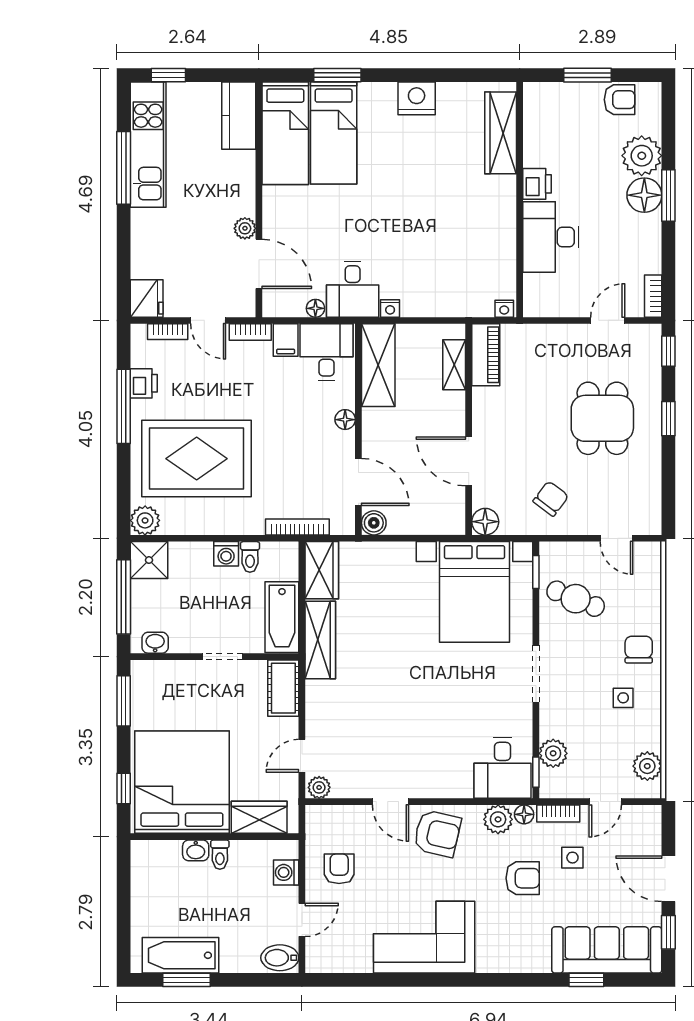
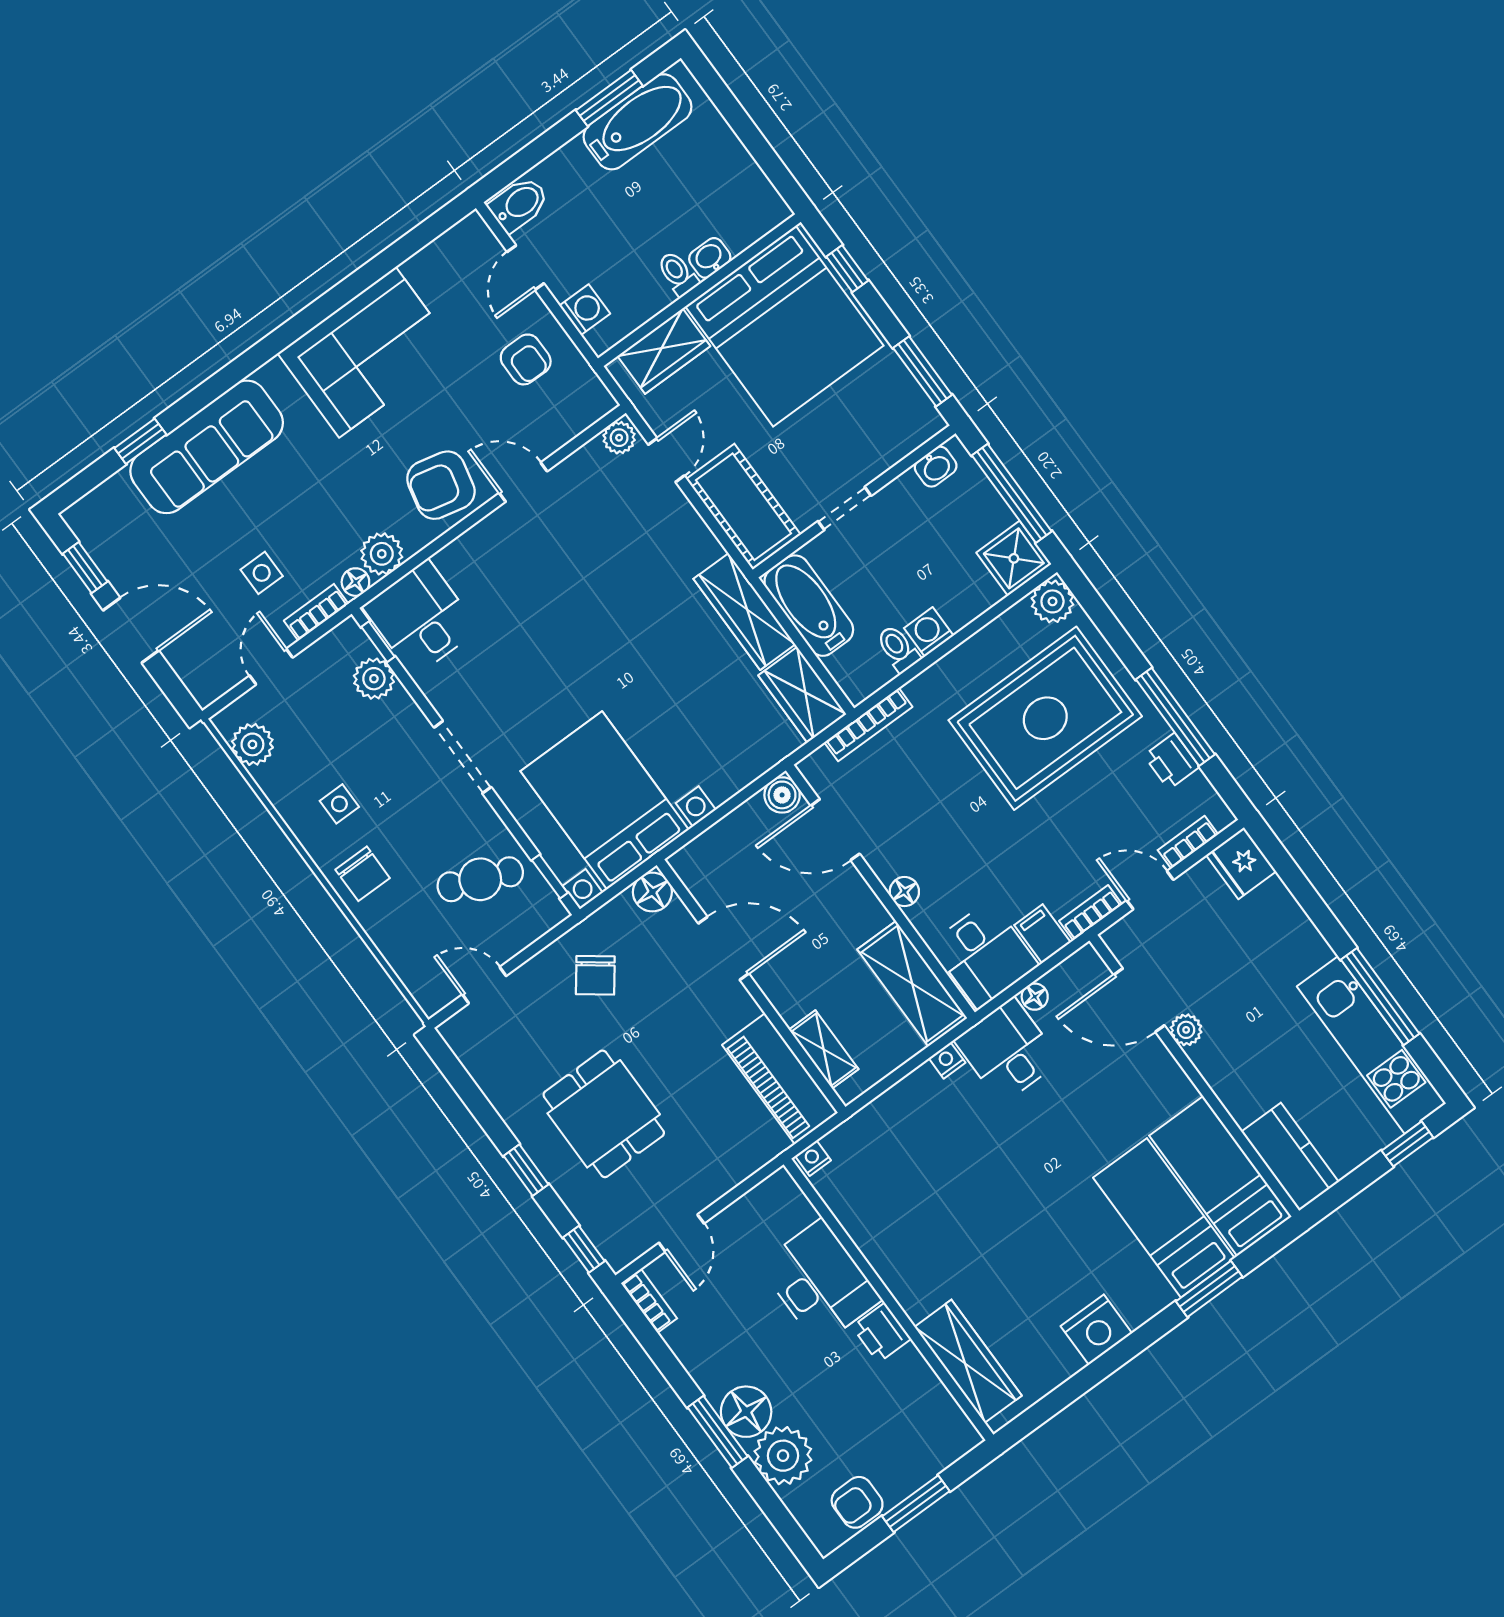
piano: (486, 355) -> (780, 1079), width x1.37, depth x1.33
cot: (283, 688) -> (743, 507), width x1.37, depth x1.34
armchair: (523, 878) -> (302, 506), removed
sofa: (607, 950) -> (207, 447), moved

